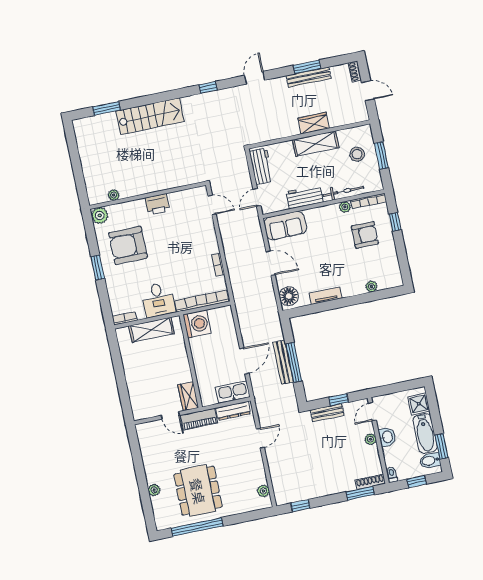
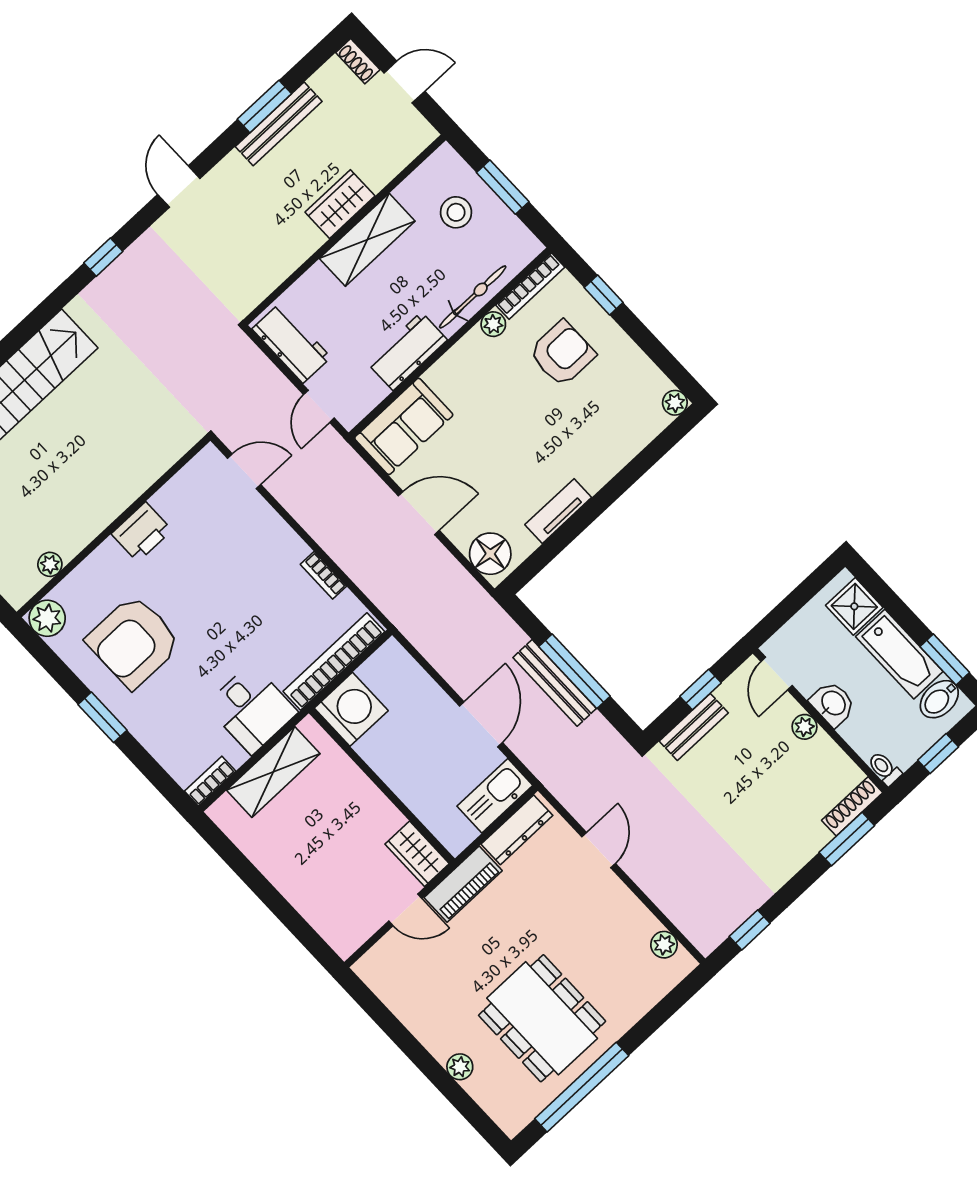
plant: (371, 287) -> (675, 403), moved

